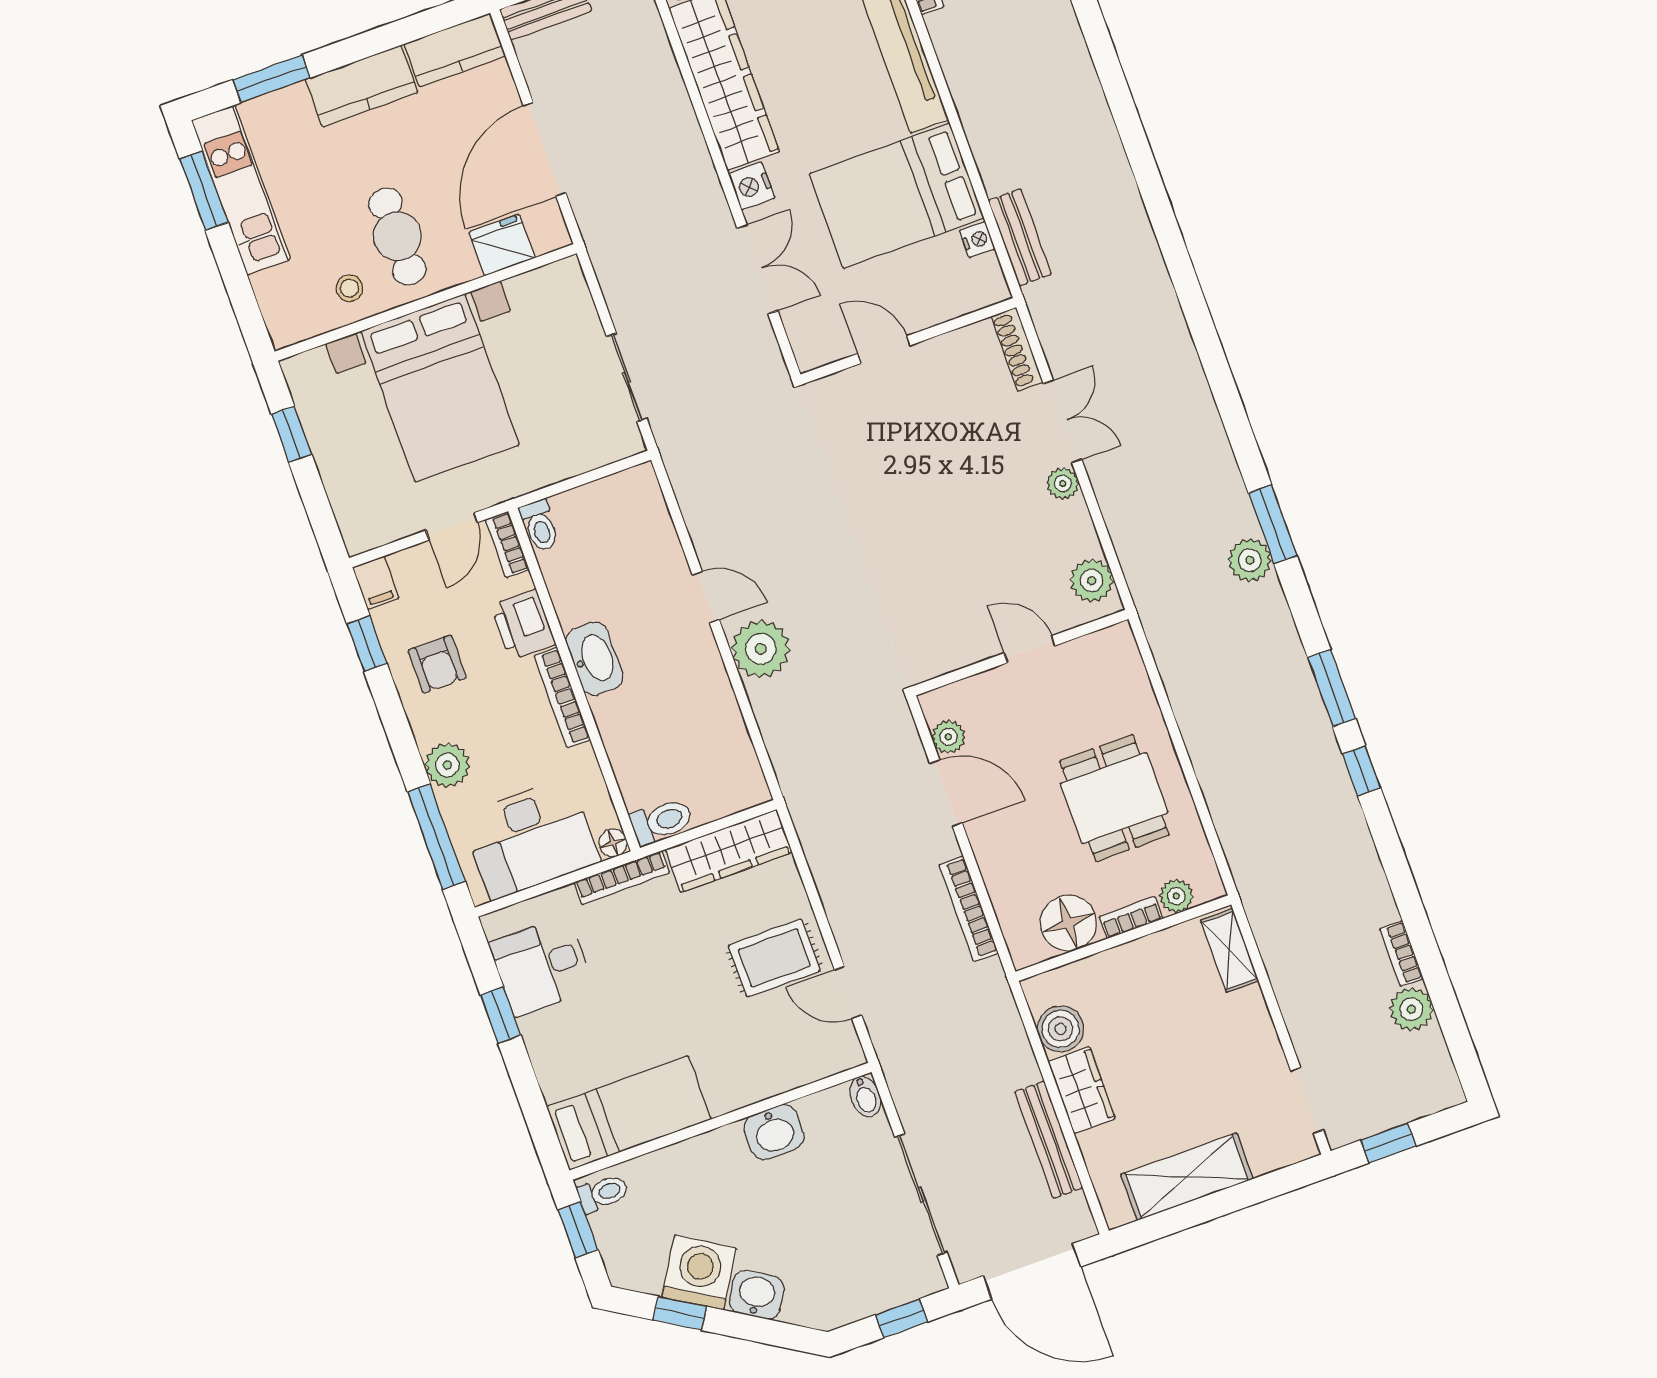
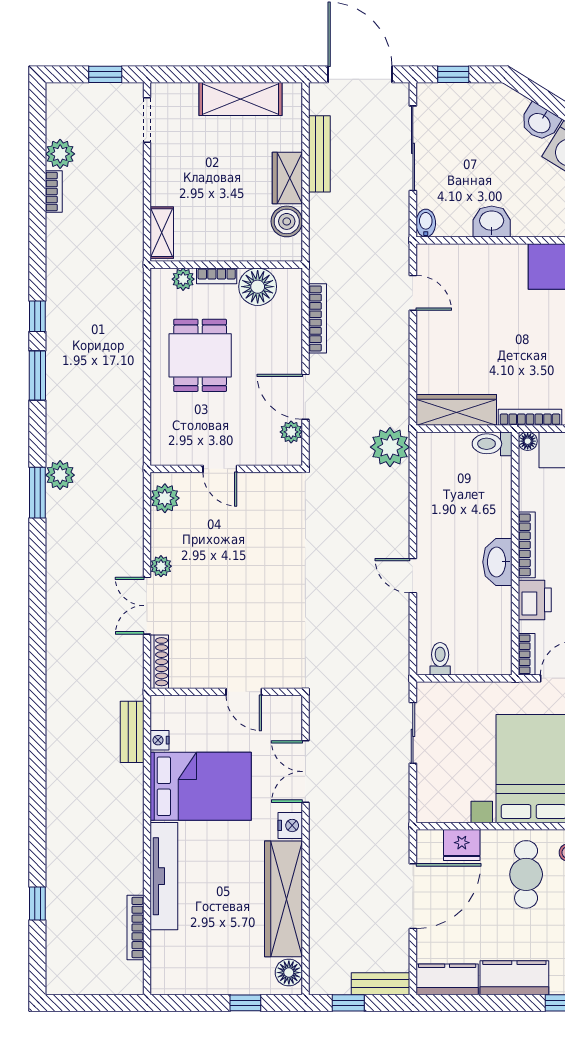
toilet: (540, 526) -> (440, 659), moved
plant: (761, 649) -> (390, 447), moved
rug: (774, 958) -> (452, 332), removed

